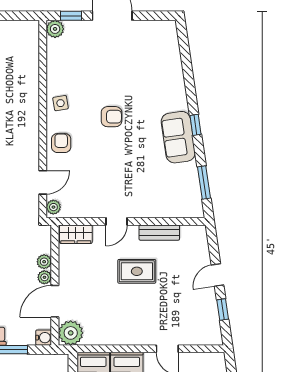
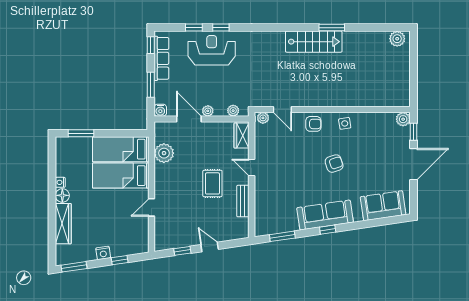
sofa: (165, 54) -> (383, 206), added
armchair: (112, 117) -> (334, 164), turned -108
sofa: (178, 137) -> (325, 215), width x1.36
plant: (44, 262) -> (233, 111), moved
plant: (71, 333) -> (164, 153), moved

